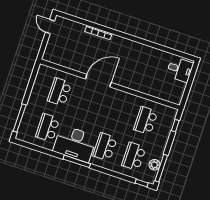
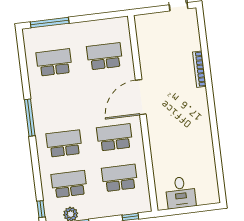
desk: (180, 69) -> (181, 193), moved
door: (98, 81) -> (141, 97), swing flipped
school desk: (117, 111) -> (115, 137), added
desk: (75, 144) -> (50, 105), removed

